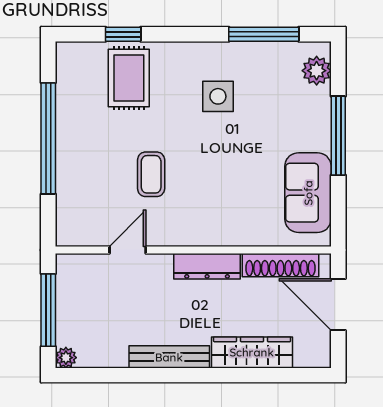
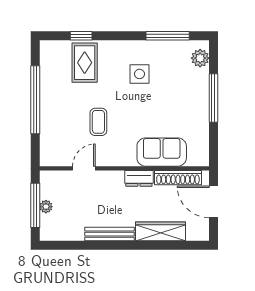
sofa: (308, 193) -> (162, 152), moved, turned 90
dresser: (207, 266) -> (139, 178), width x0.70
plant: (66, 358) -> (46, 207), moved

